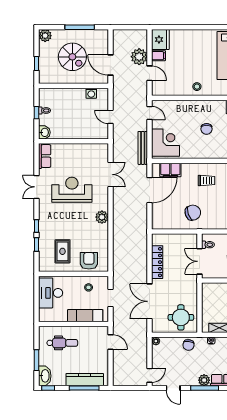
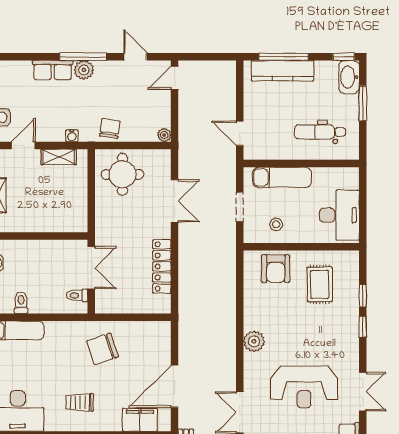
double door: (150, 301) -> (175, 201), width x0.73

